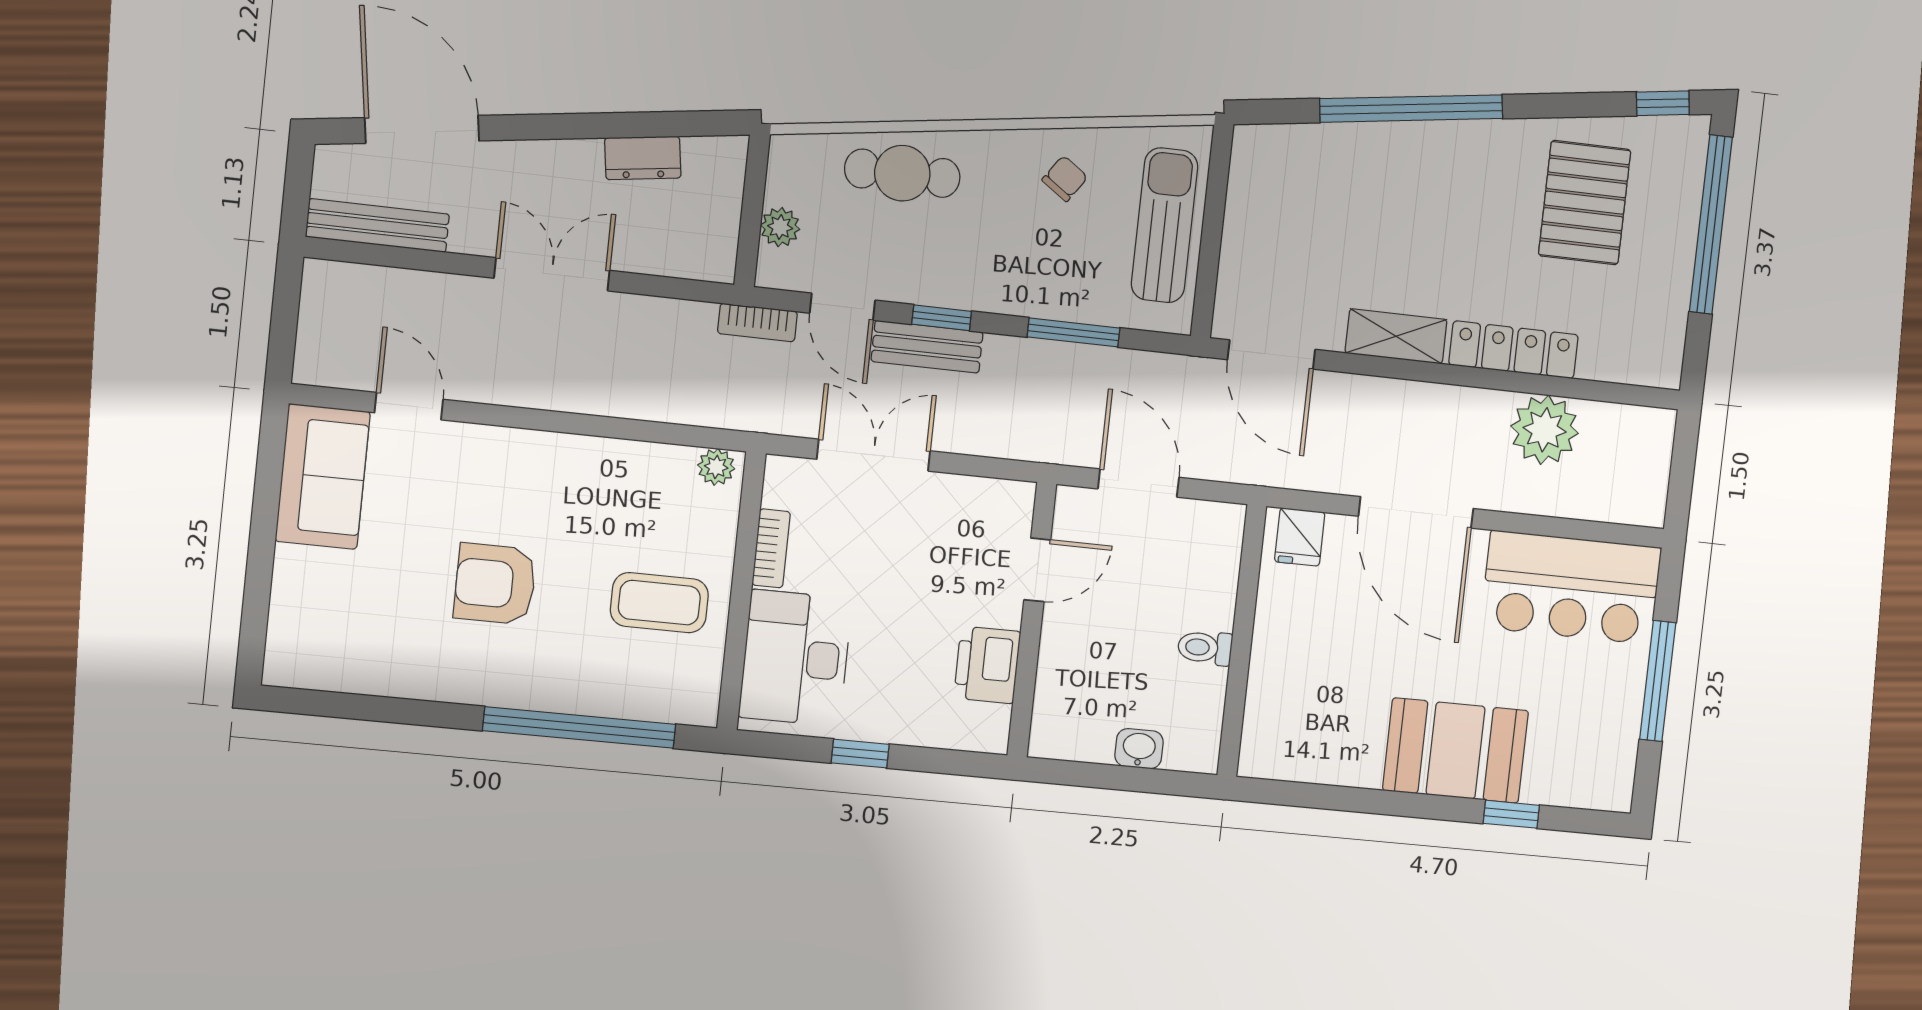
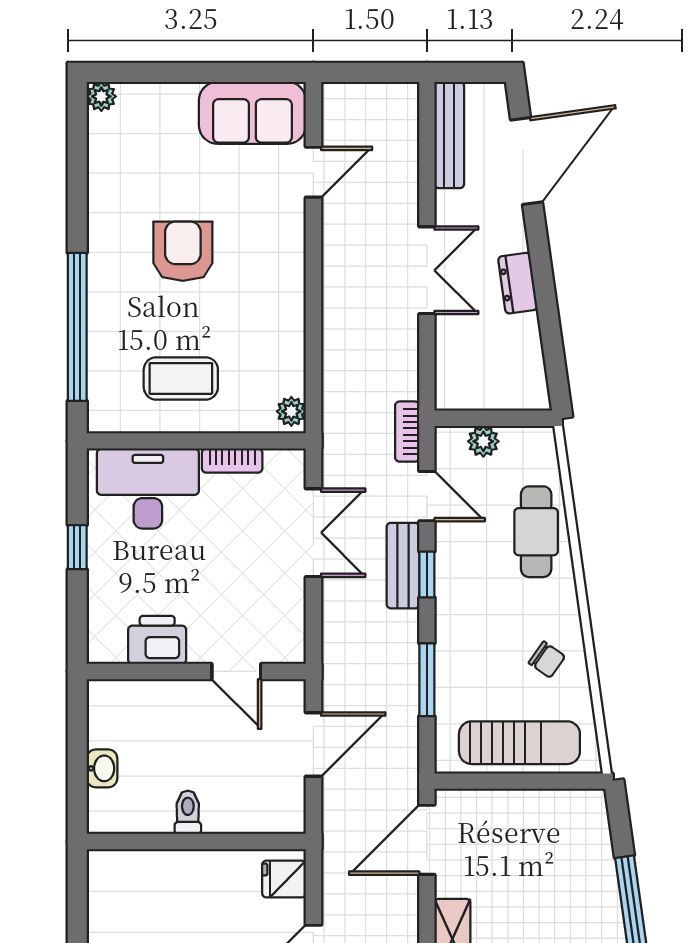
dresser: (643, 158) -> (518, 283), moved
door: (842, 307) -> (427, 496), swing flipped
coffee table: (659, 603) -> (181, 378), turned 90
plant: (282, 669) -> (101, 96), added

